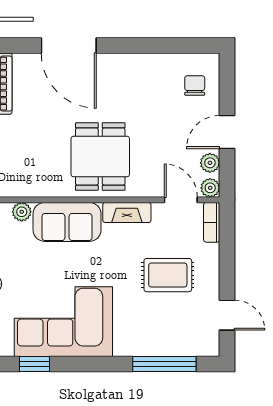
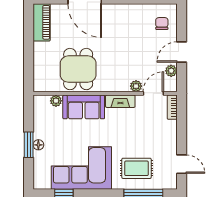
dining table: (100, 156) -> (78, 69), moved
plant: (210, 188) -> (136, 86), moved
door: (181, 200) -> (153, 93), hinge flipped
rug: (168, 275) -> (136, 168), moved

